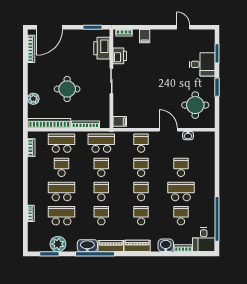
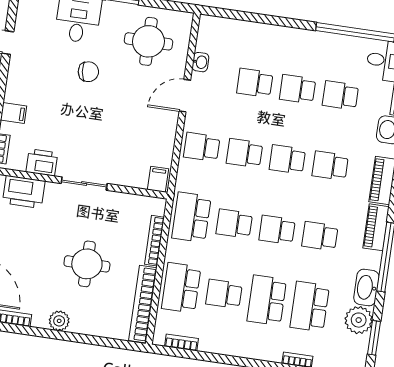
chair: (174, 74) -> (88, 72), added
plant: (33, 99) -> (59, 321), moved
school desk: (181, 192) -> (298, 89), width x0.54
washbasin: (87, 246) -> (366, 288), moved

